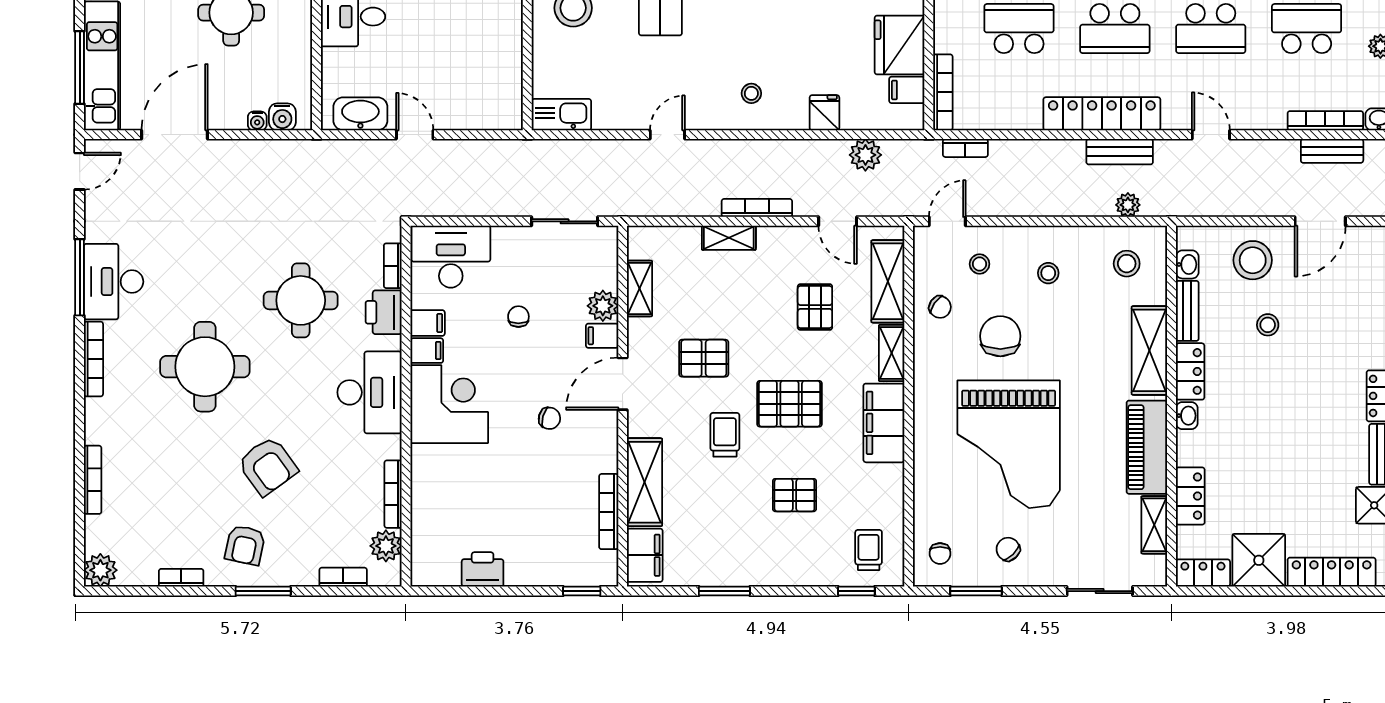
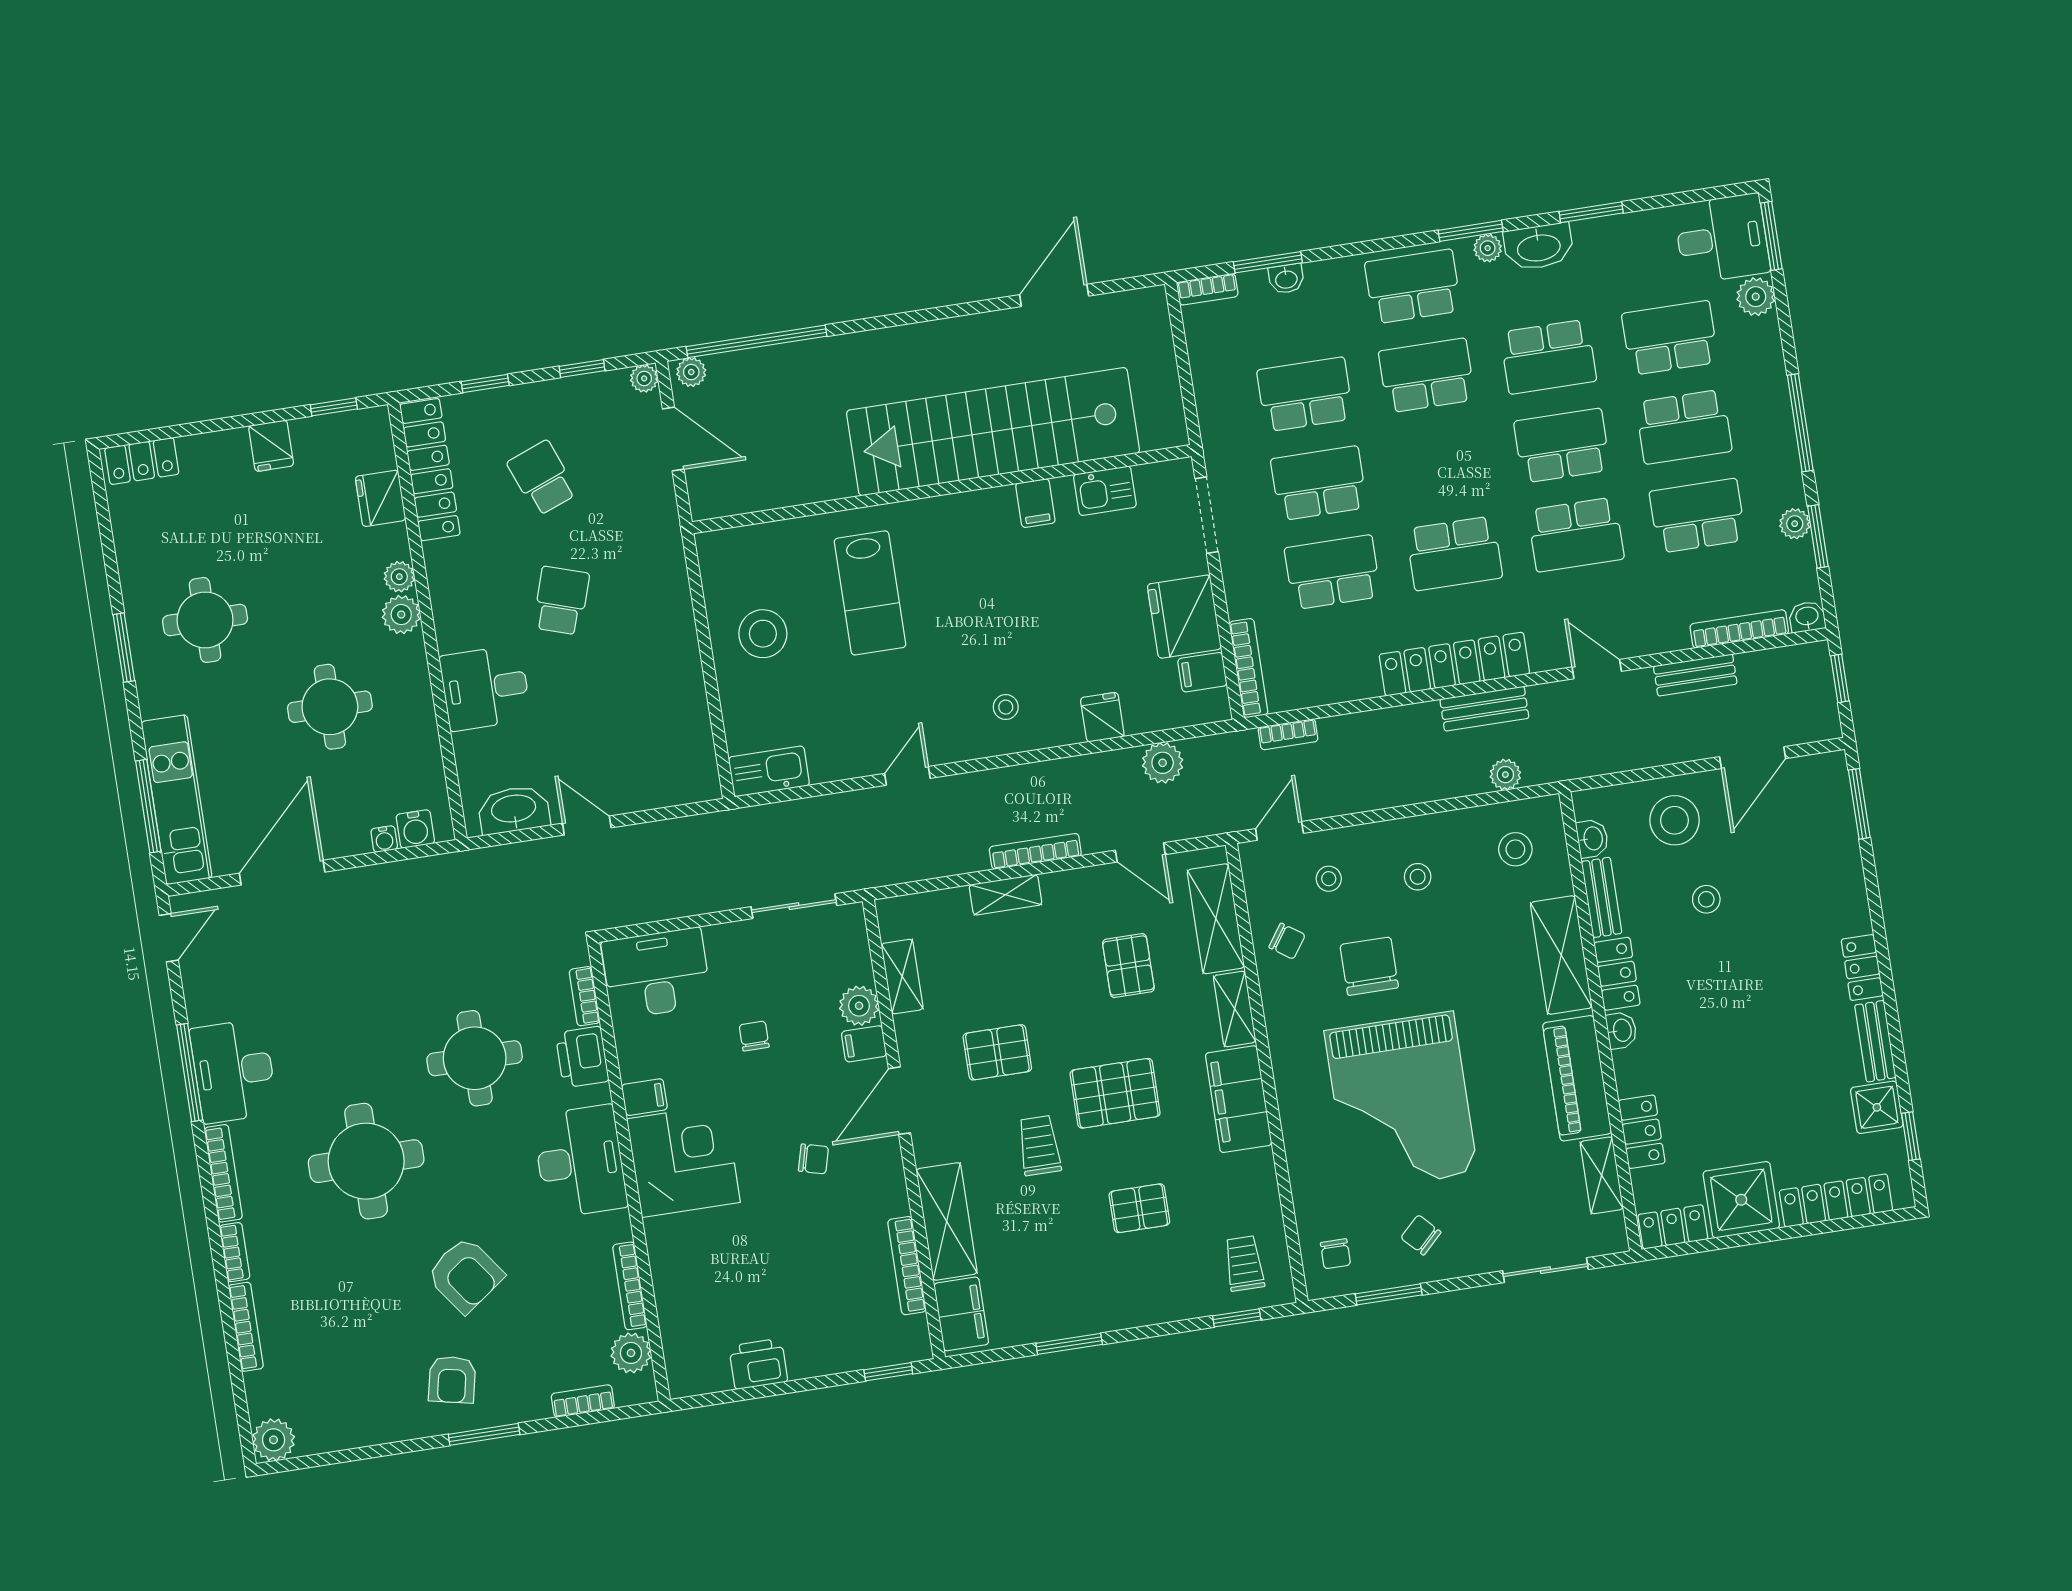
bench: (1332, 151) -> (1695, 675), moved
filing cabinet: (428, 323) -> (640, 1062), removed
bookcase: (181, 578) -> (235, 1252), moved, turned 90

